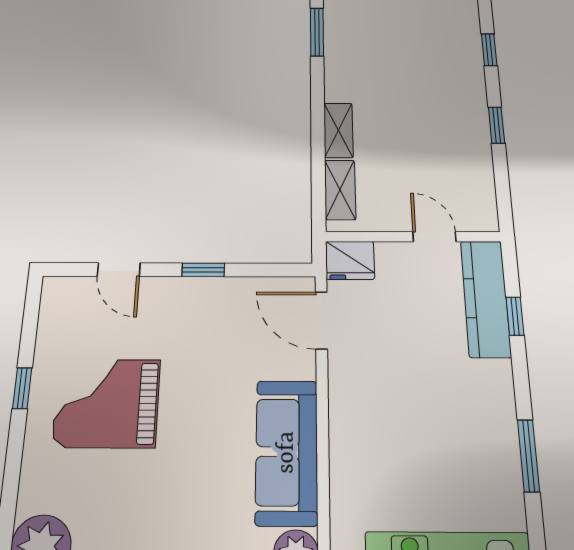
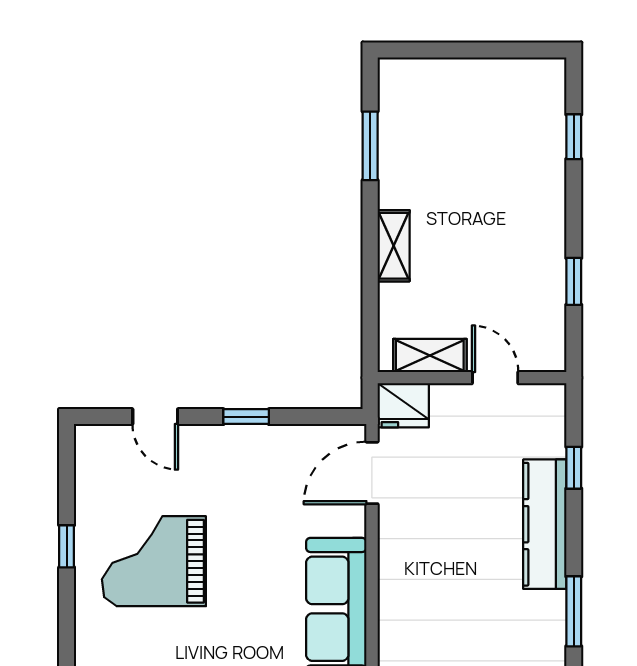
window: (317, 32) -> (370, 146), moved
window: (496, 125) -> (574, 281), moved
shelving: (340, 190) -> (430, 356), moved, turned 90
kitchen counter: (486, 298) -> (545, 524), moved
door: (321, 320) -> (372, 473), hinge flipped

